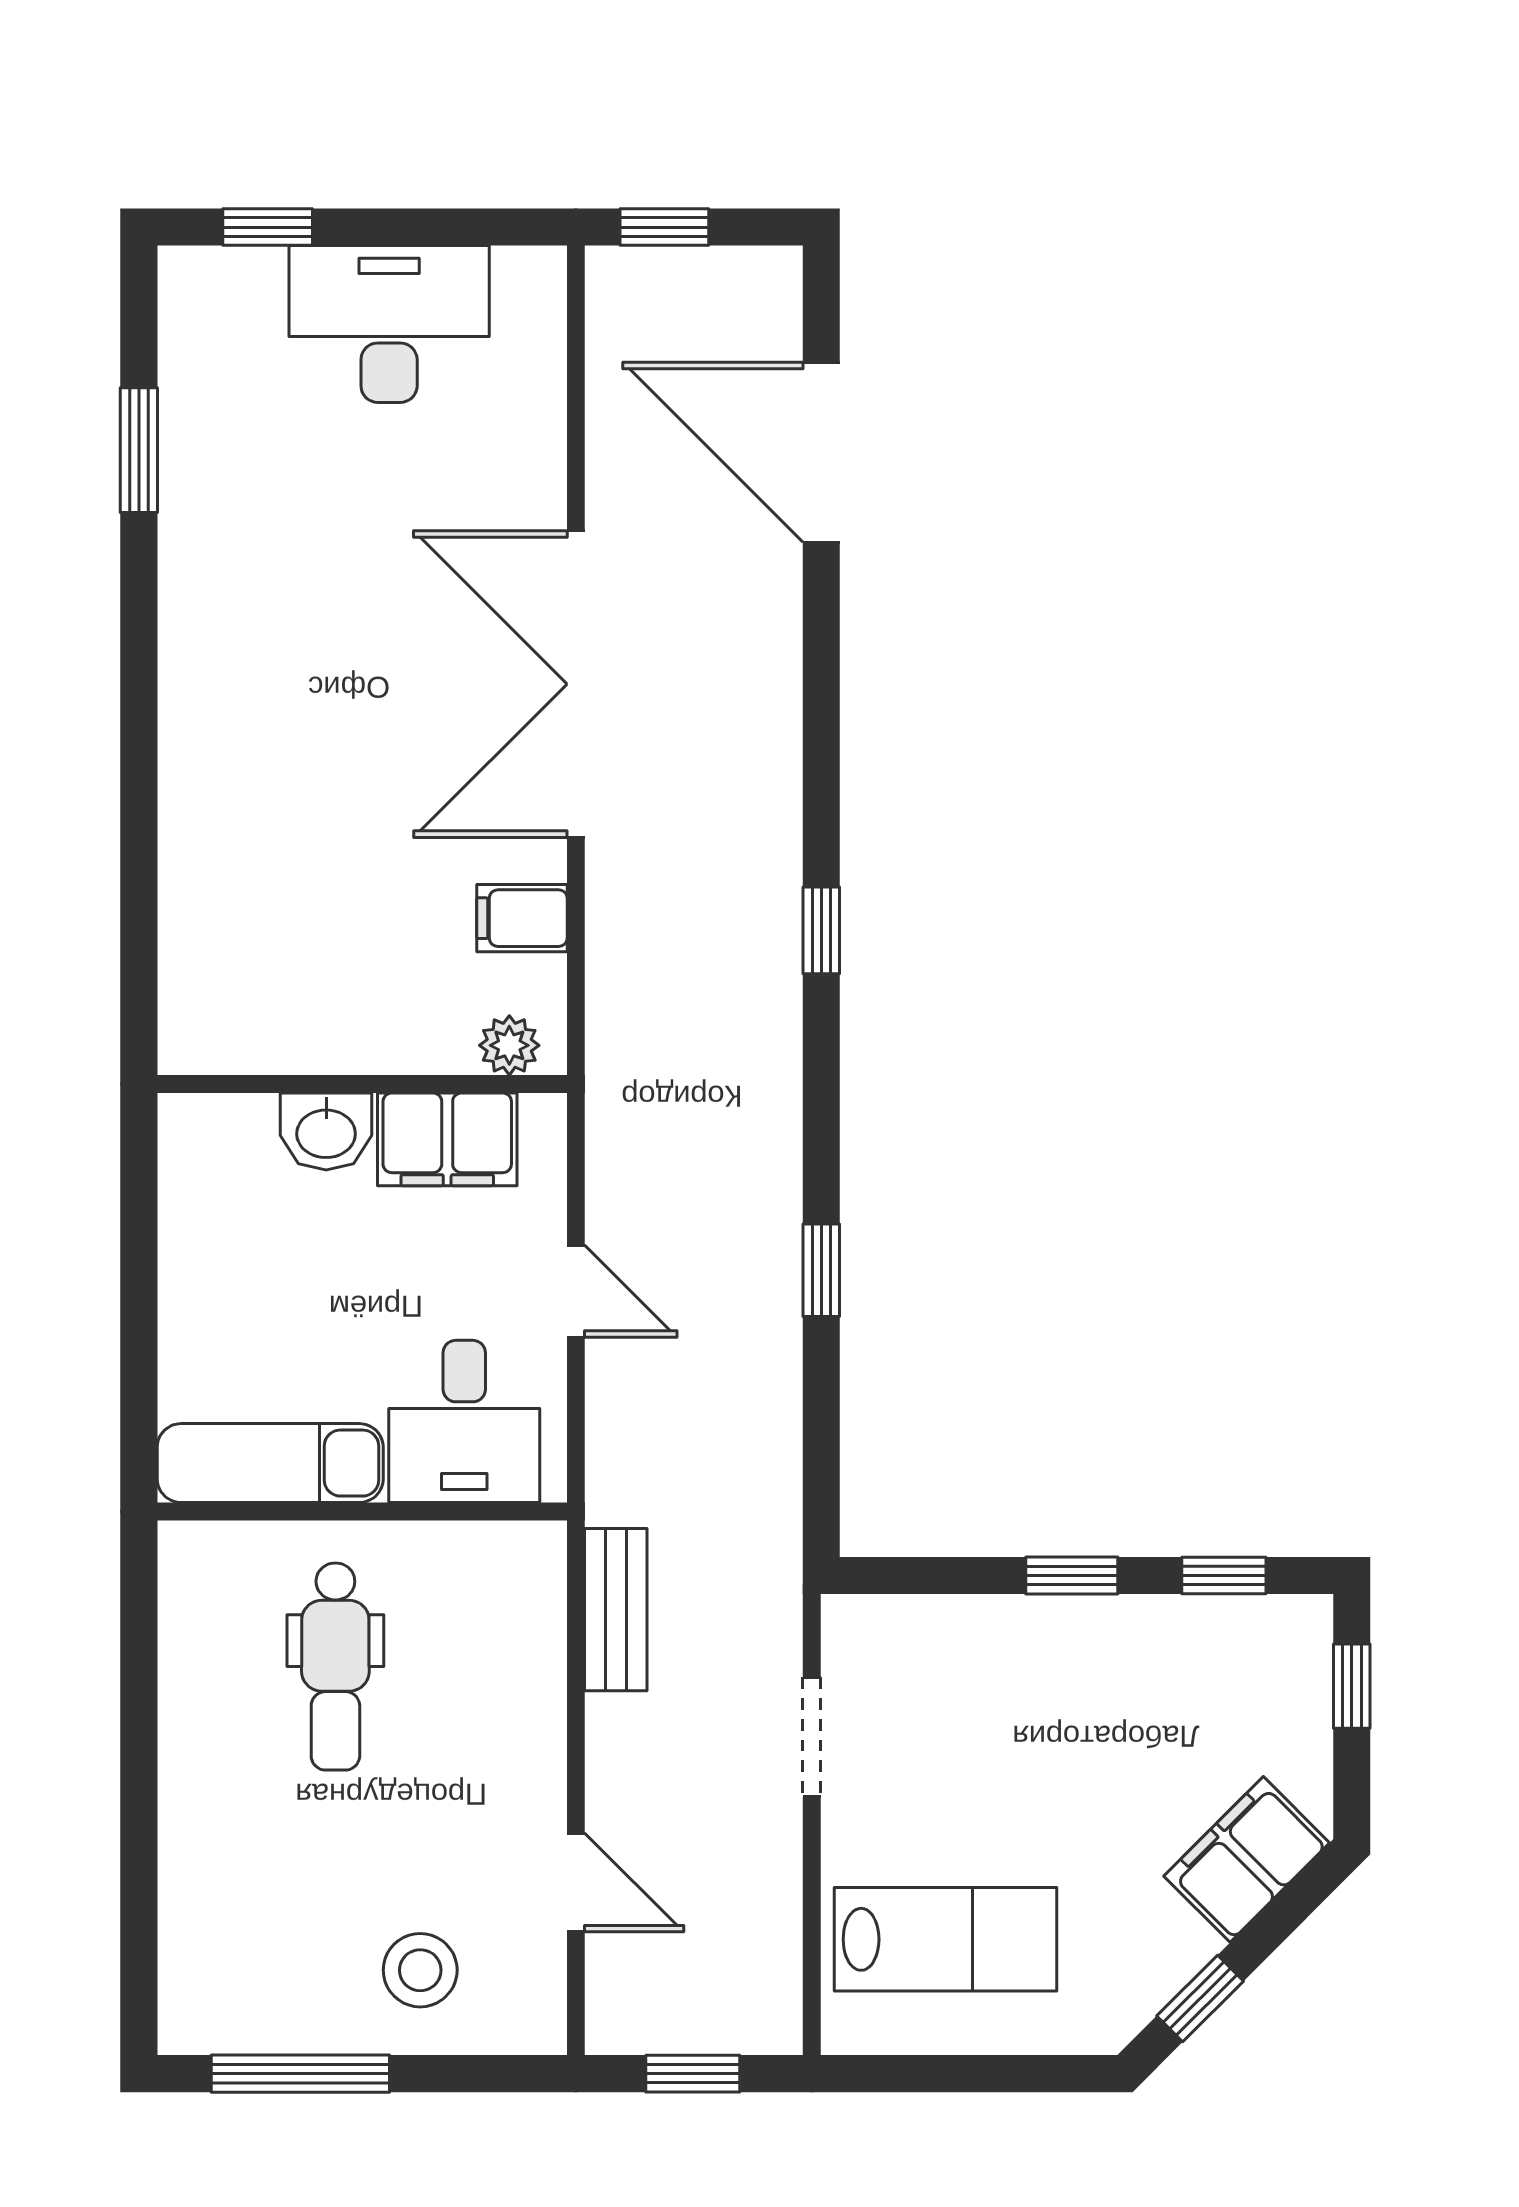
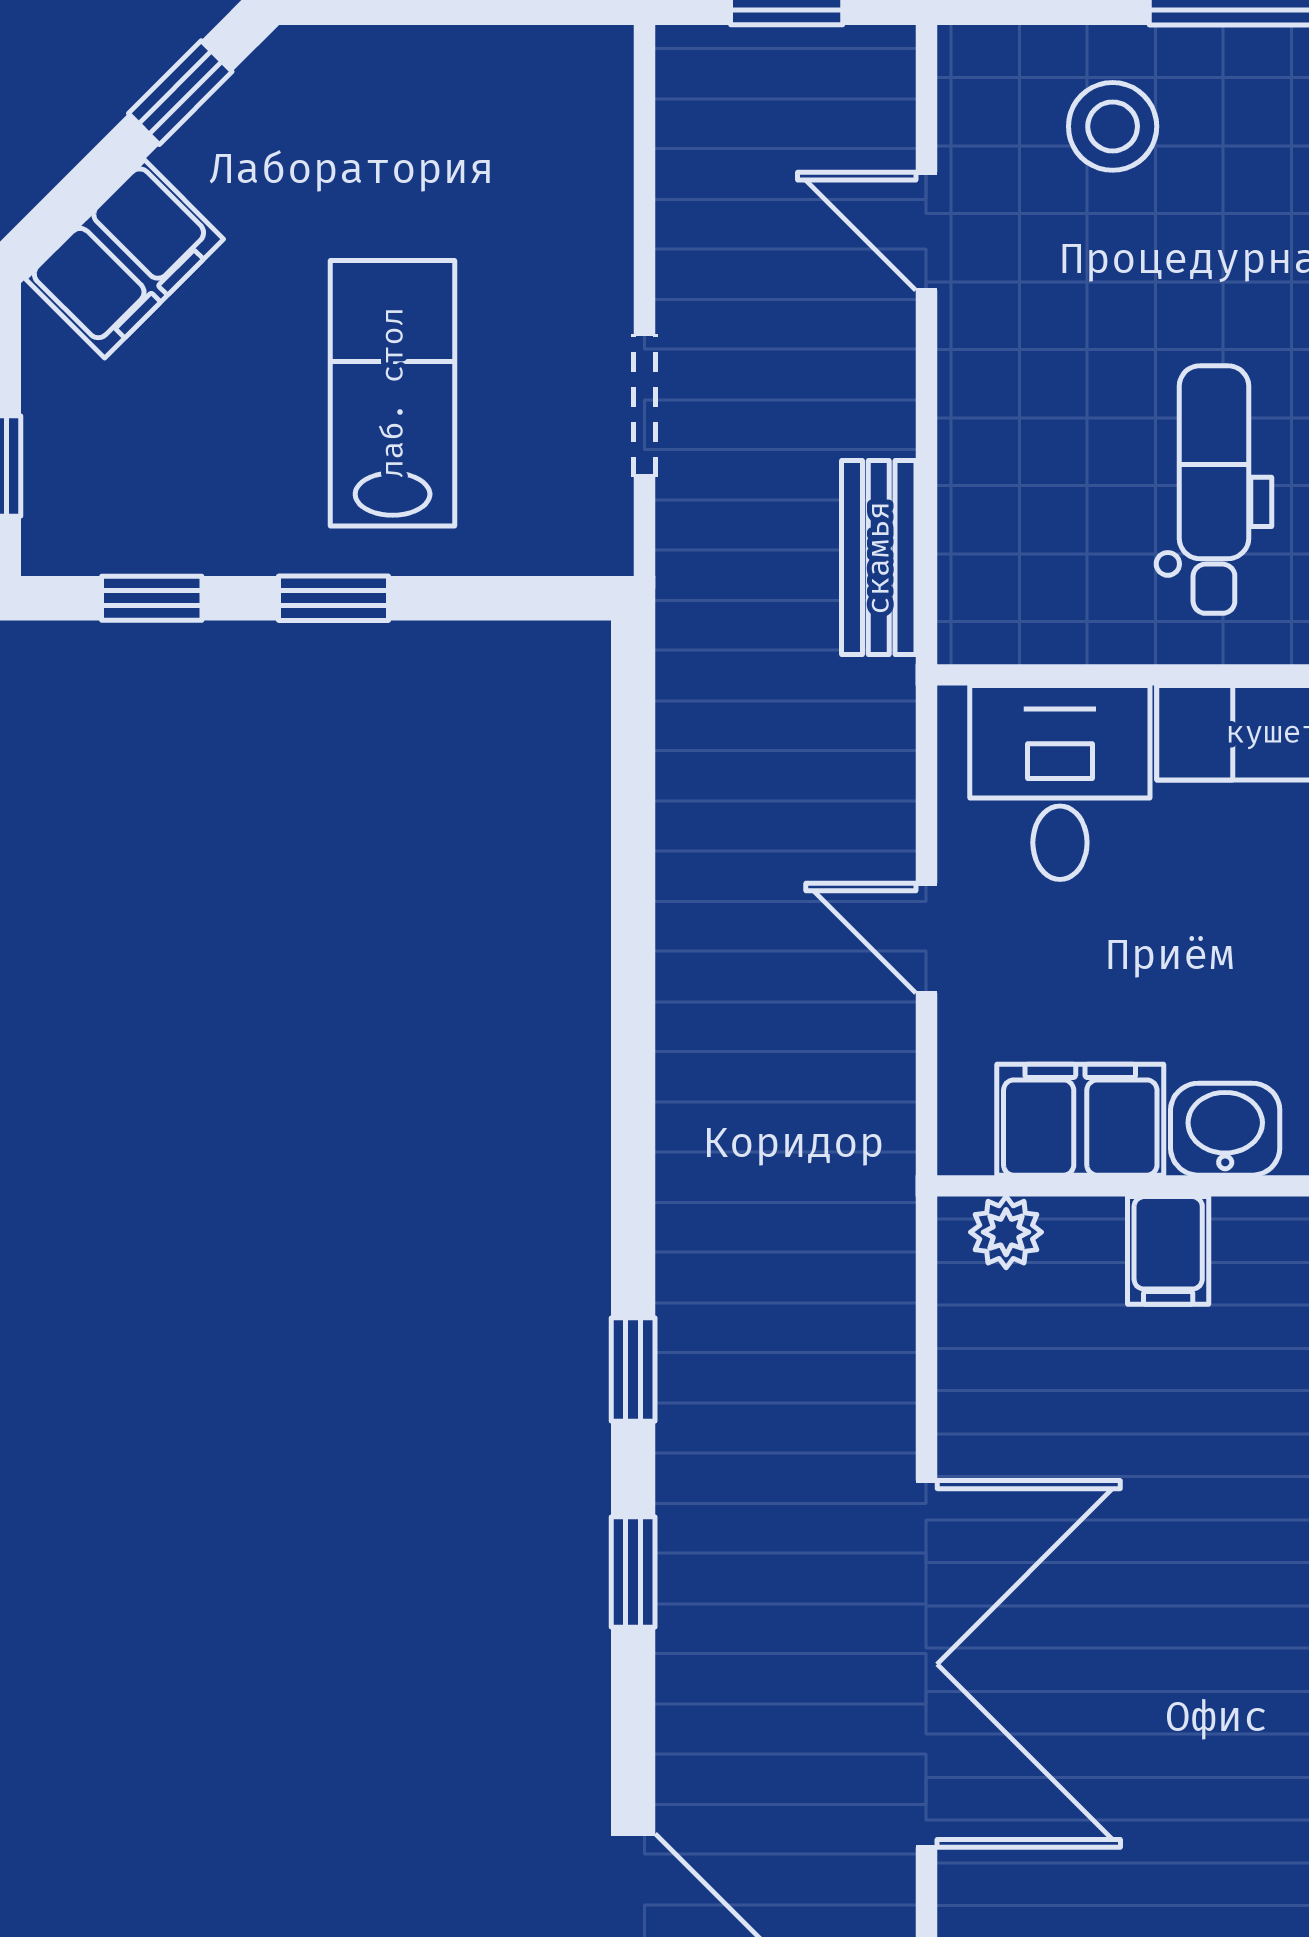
filing cabinet: (522, 918) -> (1168, 1250), moved, turned 90
window: (821, 1270) -> (633, 1572), moved
lab bench: (945, 1939) -> (393, 393), moved, turned 90

